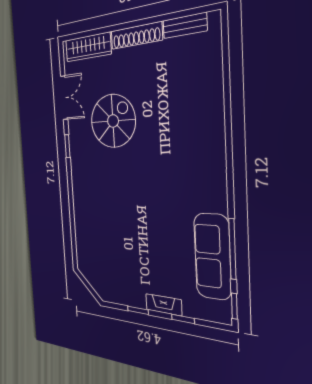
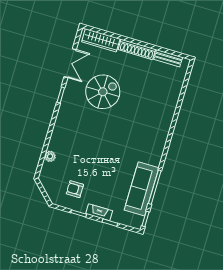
plant: (81, 235) -> (50, 156), added
armchair: (123, 275) -> (75, 189), added

